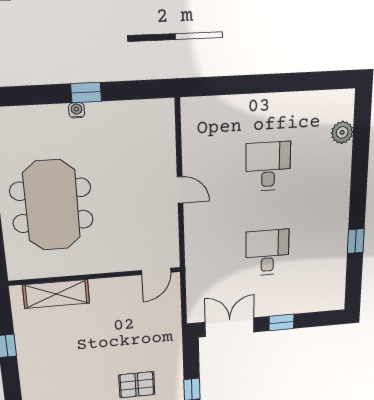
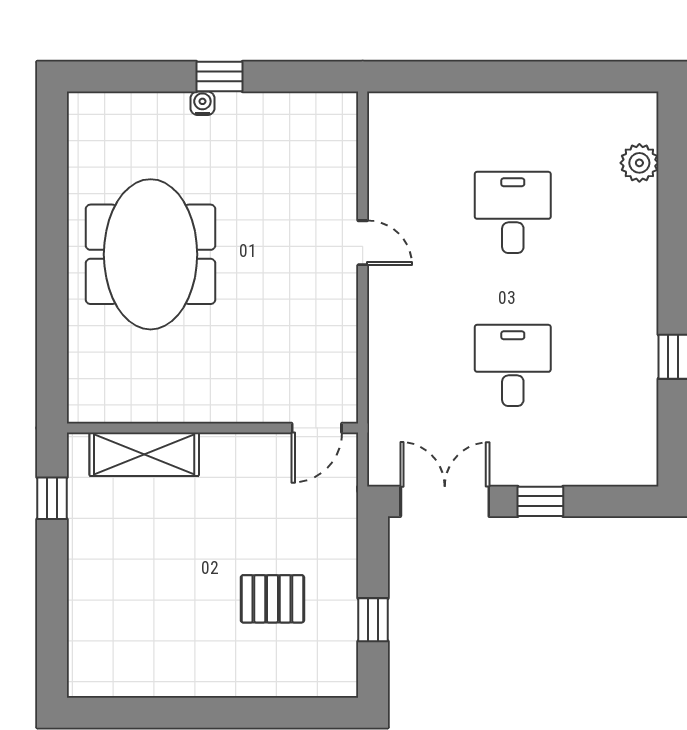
door: (156, 271) -> (317, 428), moved
wall: (95, 276) -> (212, 428), moved
shelving: (56, 294) -> (144, 454), moved

